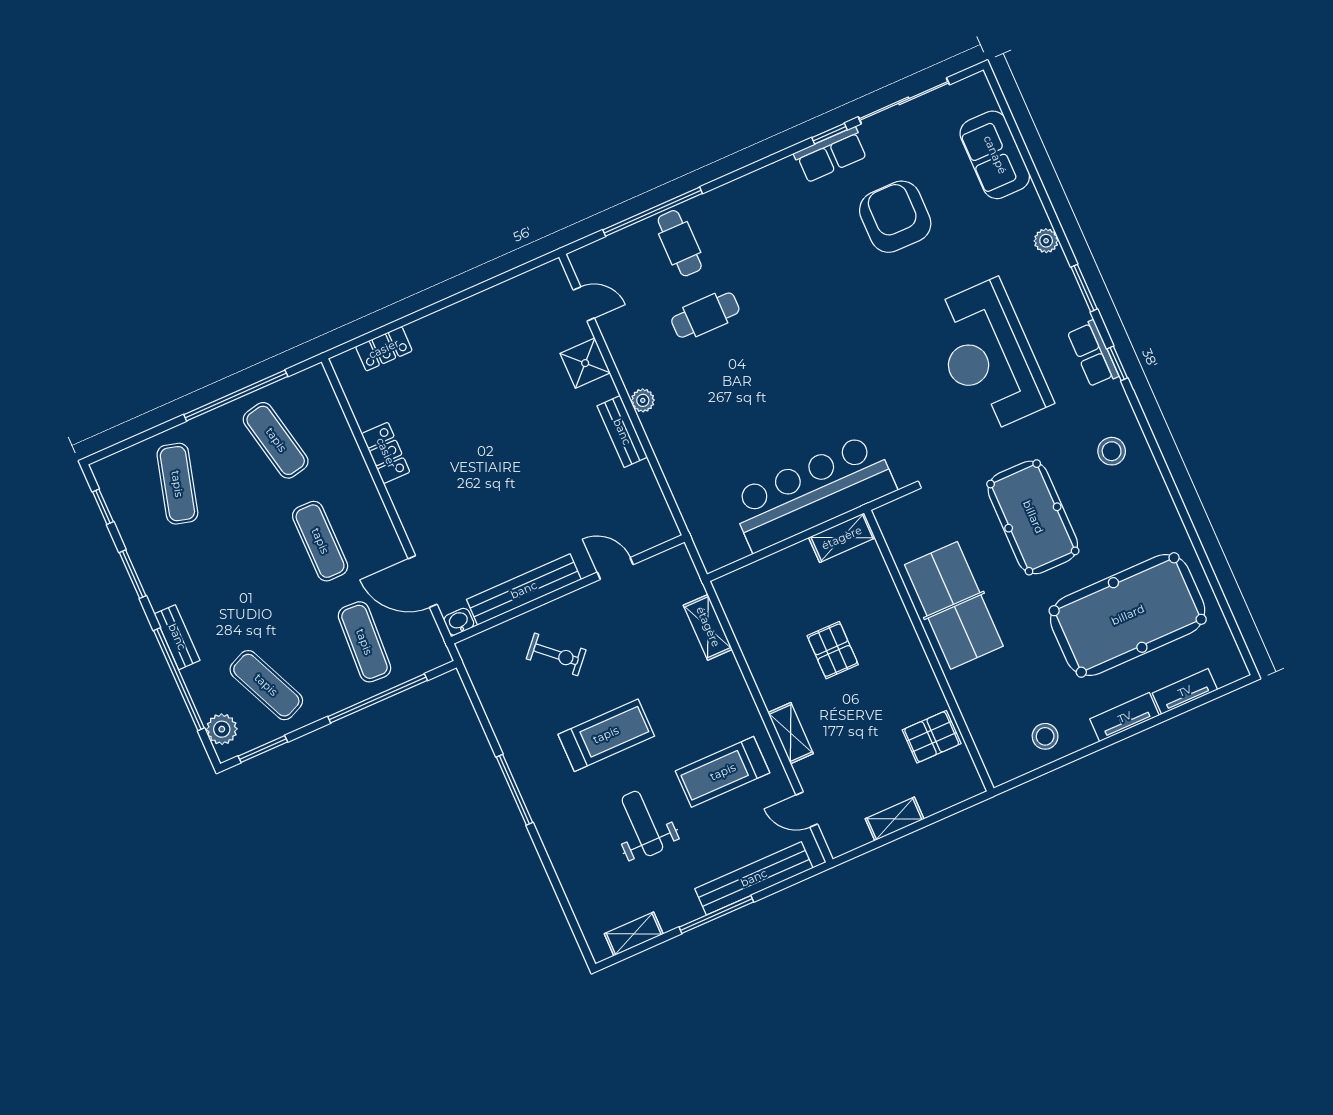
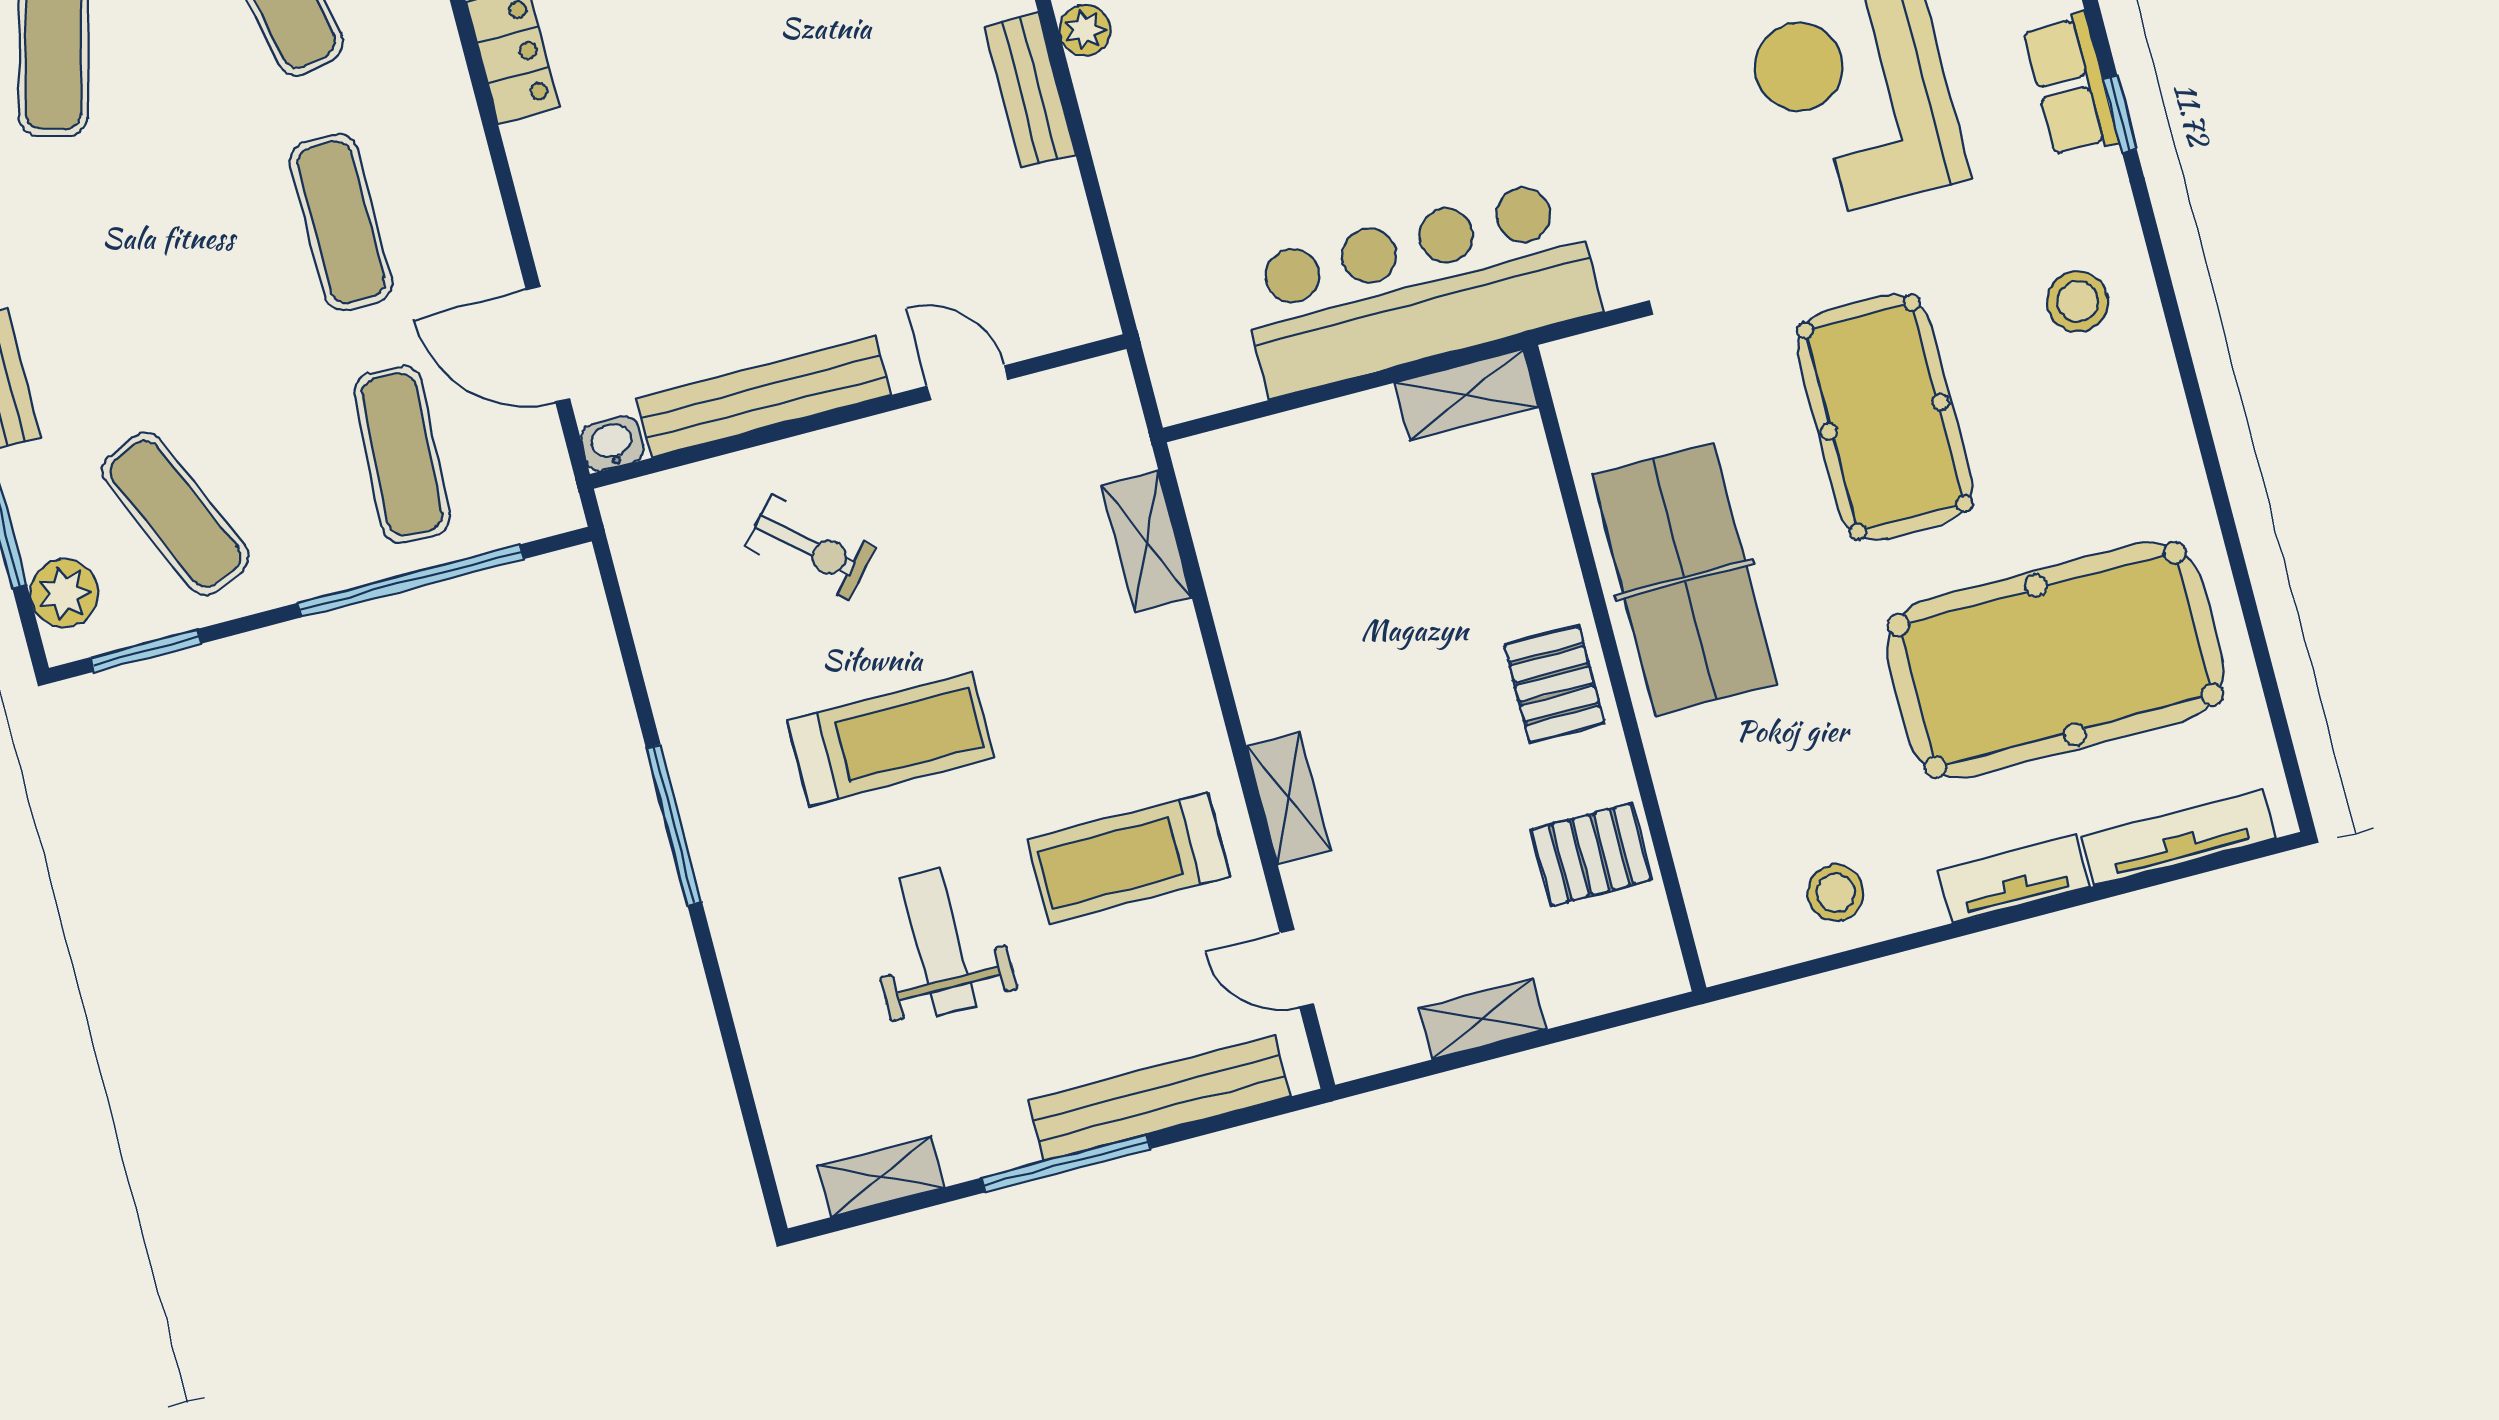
pallet: (833, 650) -> (1554, 684), moved
tv unit: (1185, 691) -> (2179, 837), width x1.41

